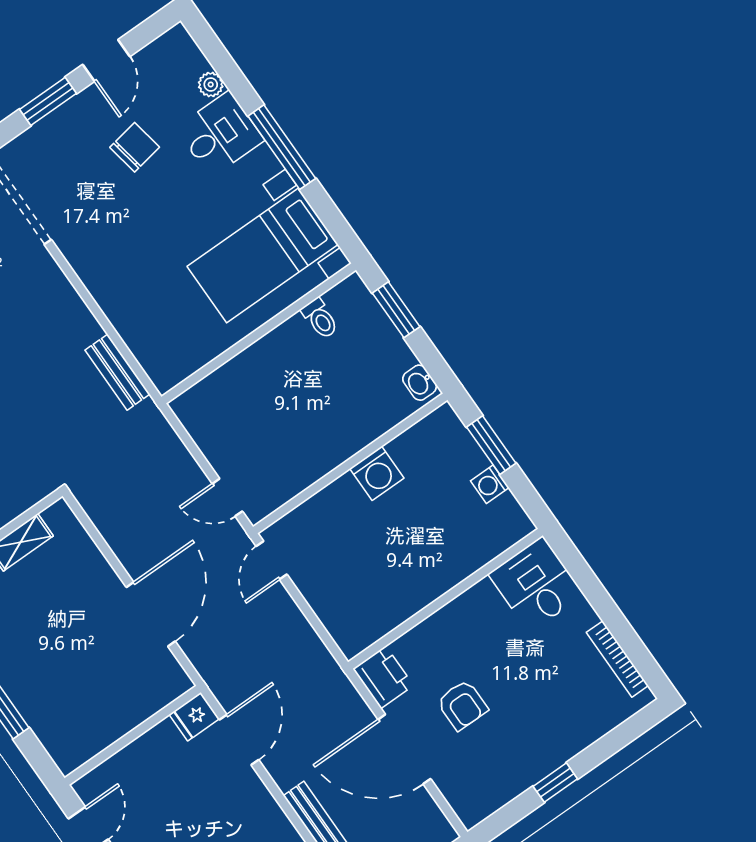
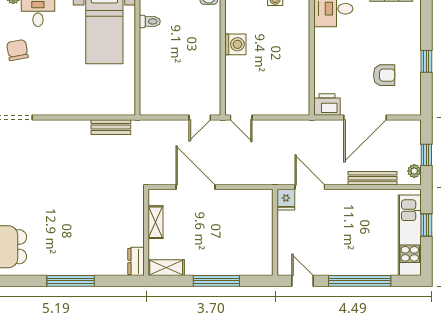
door: (151, 614) -> (195, 187), moved
armchair: (462, 705) -> (384, 75), moved

